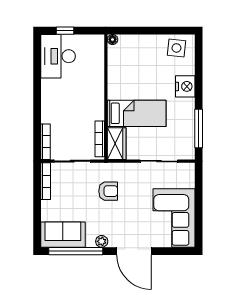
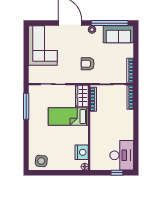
nightstand: (185, 86) -> (82, 152), moved, turned 180

